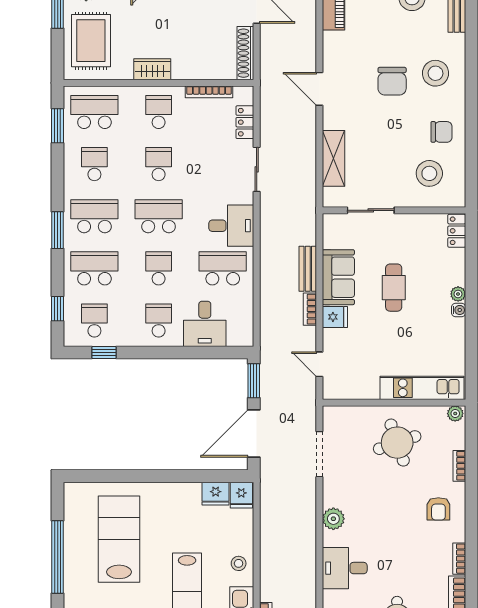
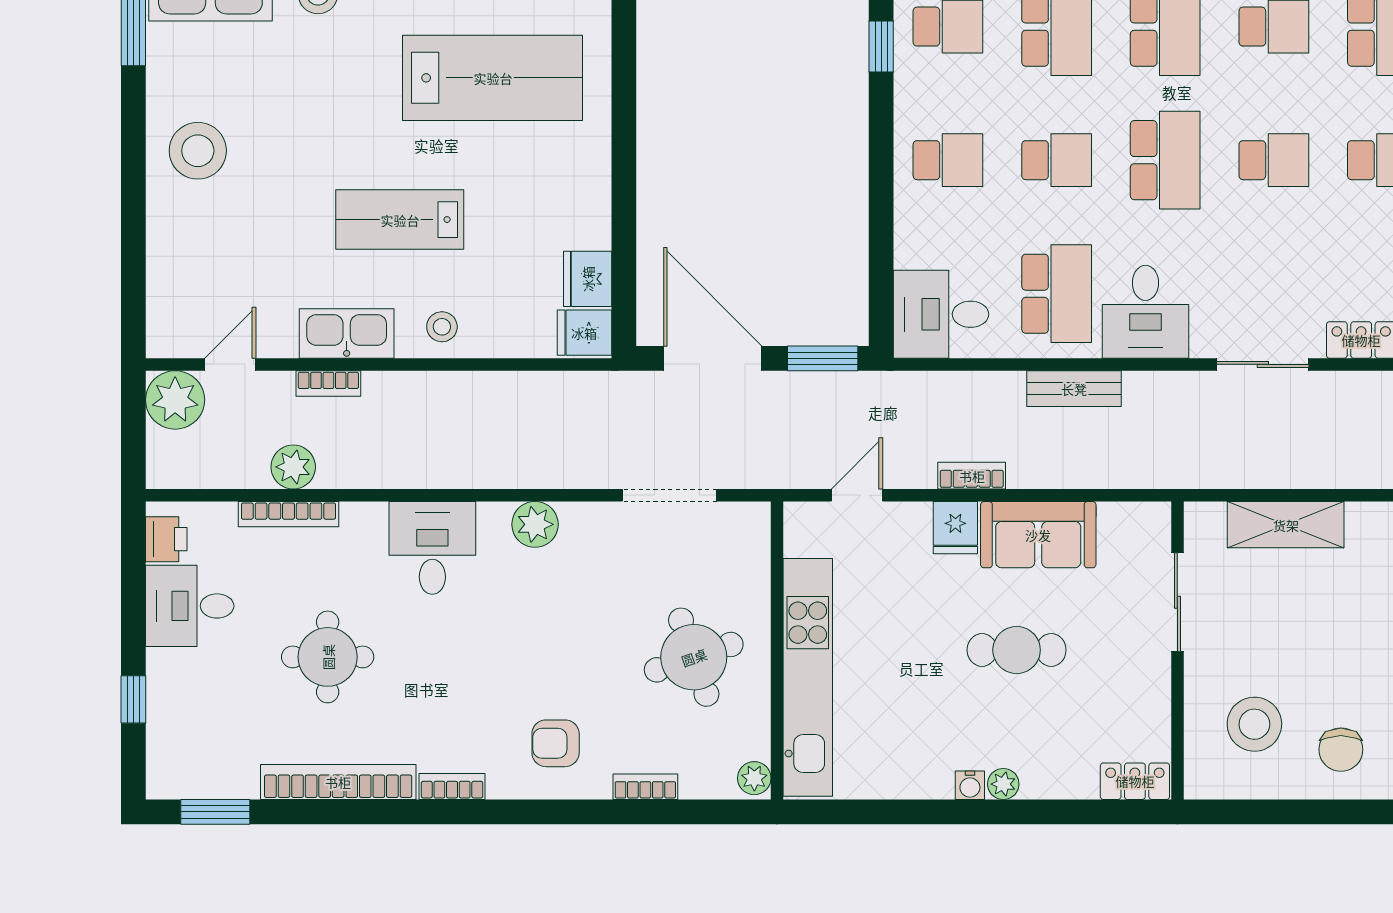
bench: (308, 269) -> (1074, 389), moved
desk: (205, 324) -> (941, 314), moved
kitchen unit: (422, 388) -> (808, 677), width x1.36

